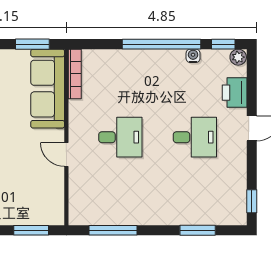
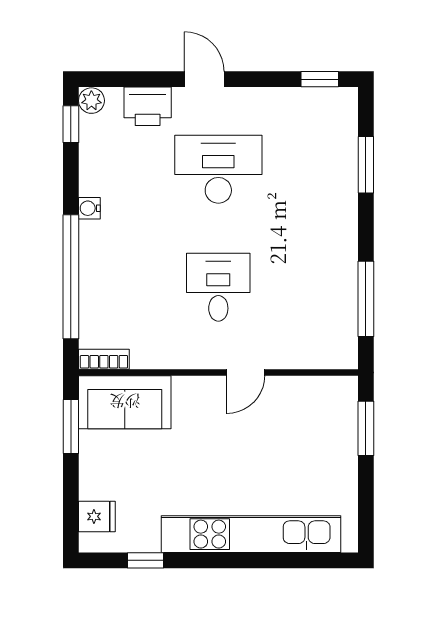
window: (161, 44) -> (71, 277), moved
water cooler: (193, 56) -> (89, 208), moved
bookcase: (75, 74) -> (104, 359), width x0.64
sofa: (48, 89) -> (125, 402), width x0.73
desk: (195, 137) -> (218, 169), width x1.37

